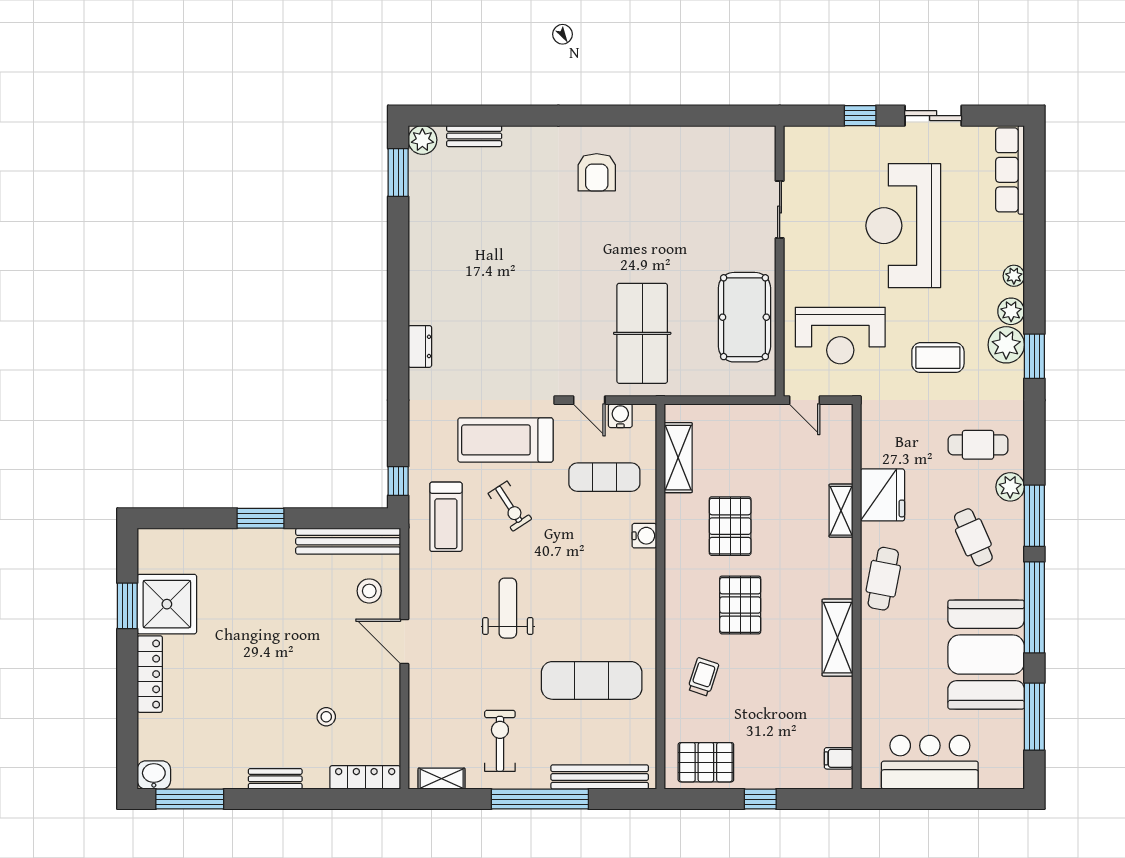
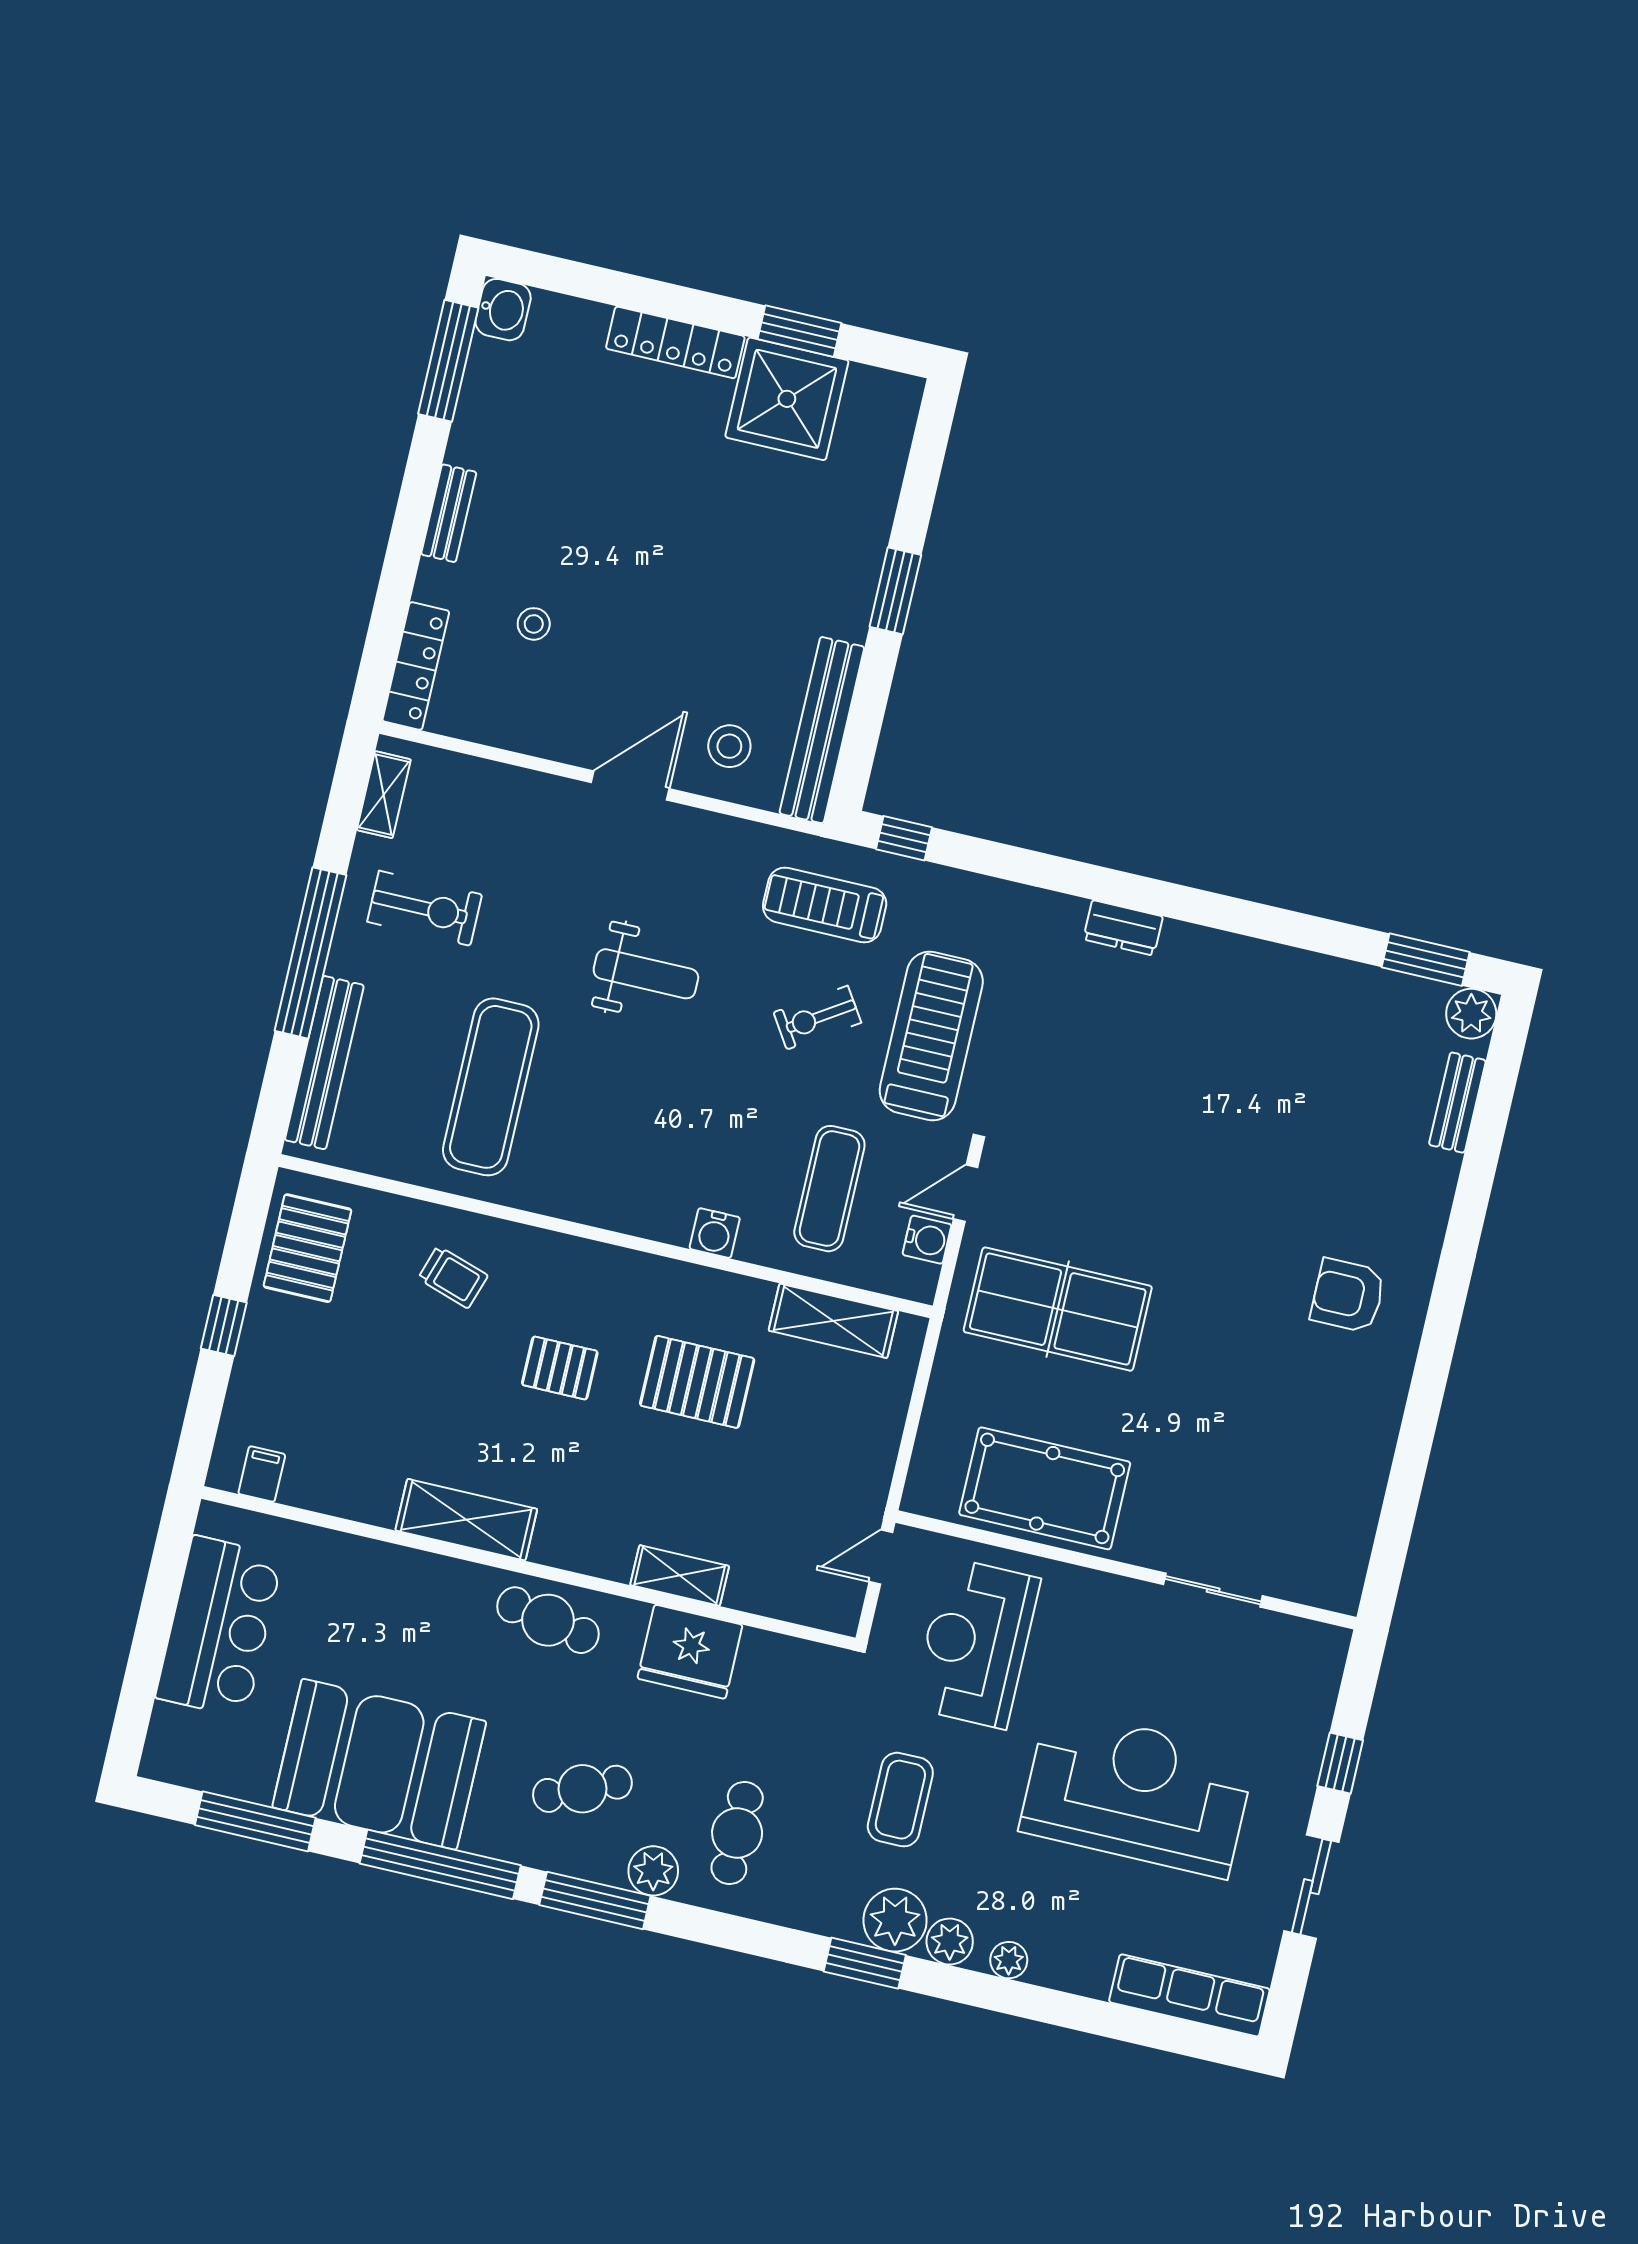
pallet: (740, 605) -> (560, 1368), width x0.67, depth x0.71

